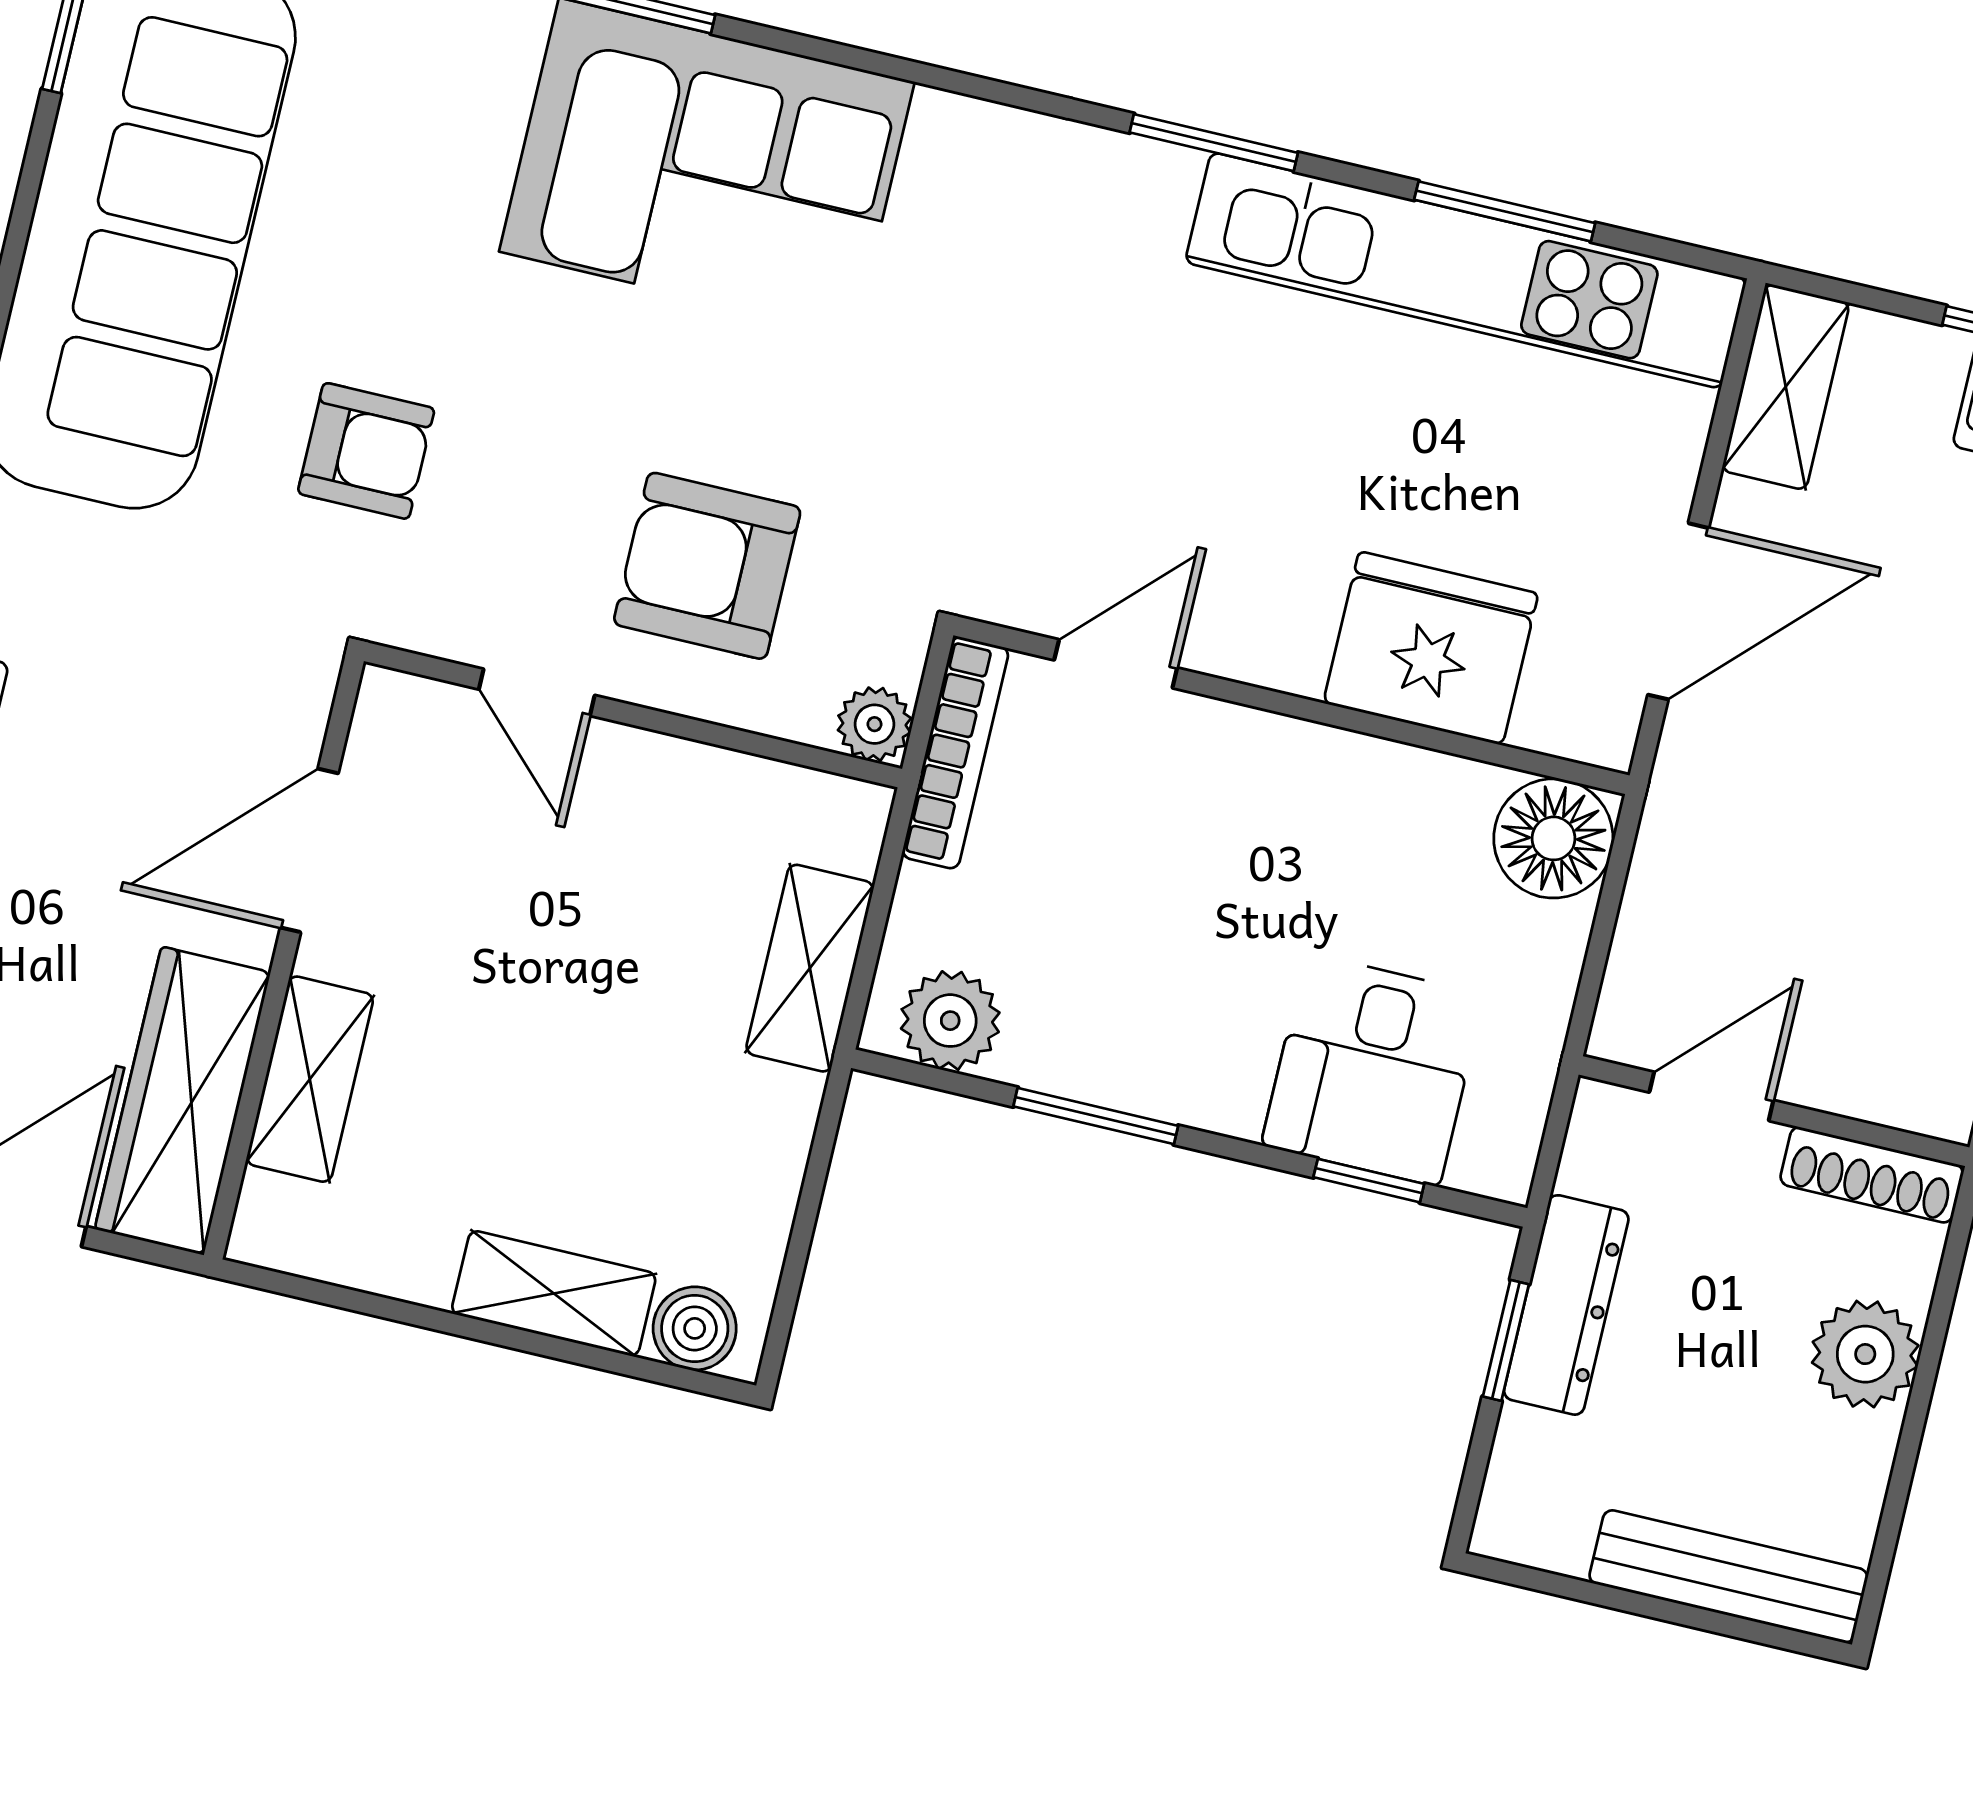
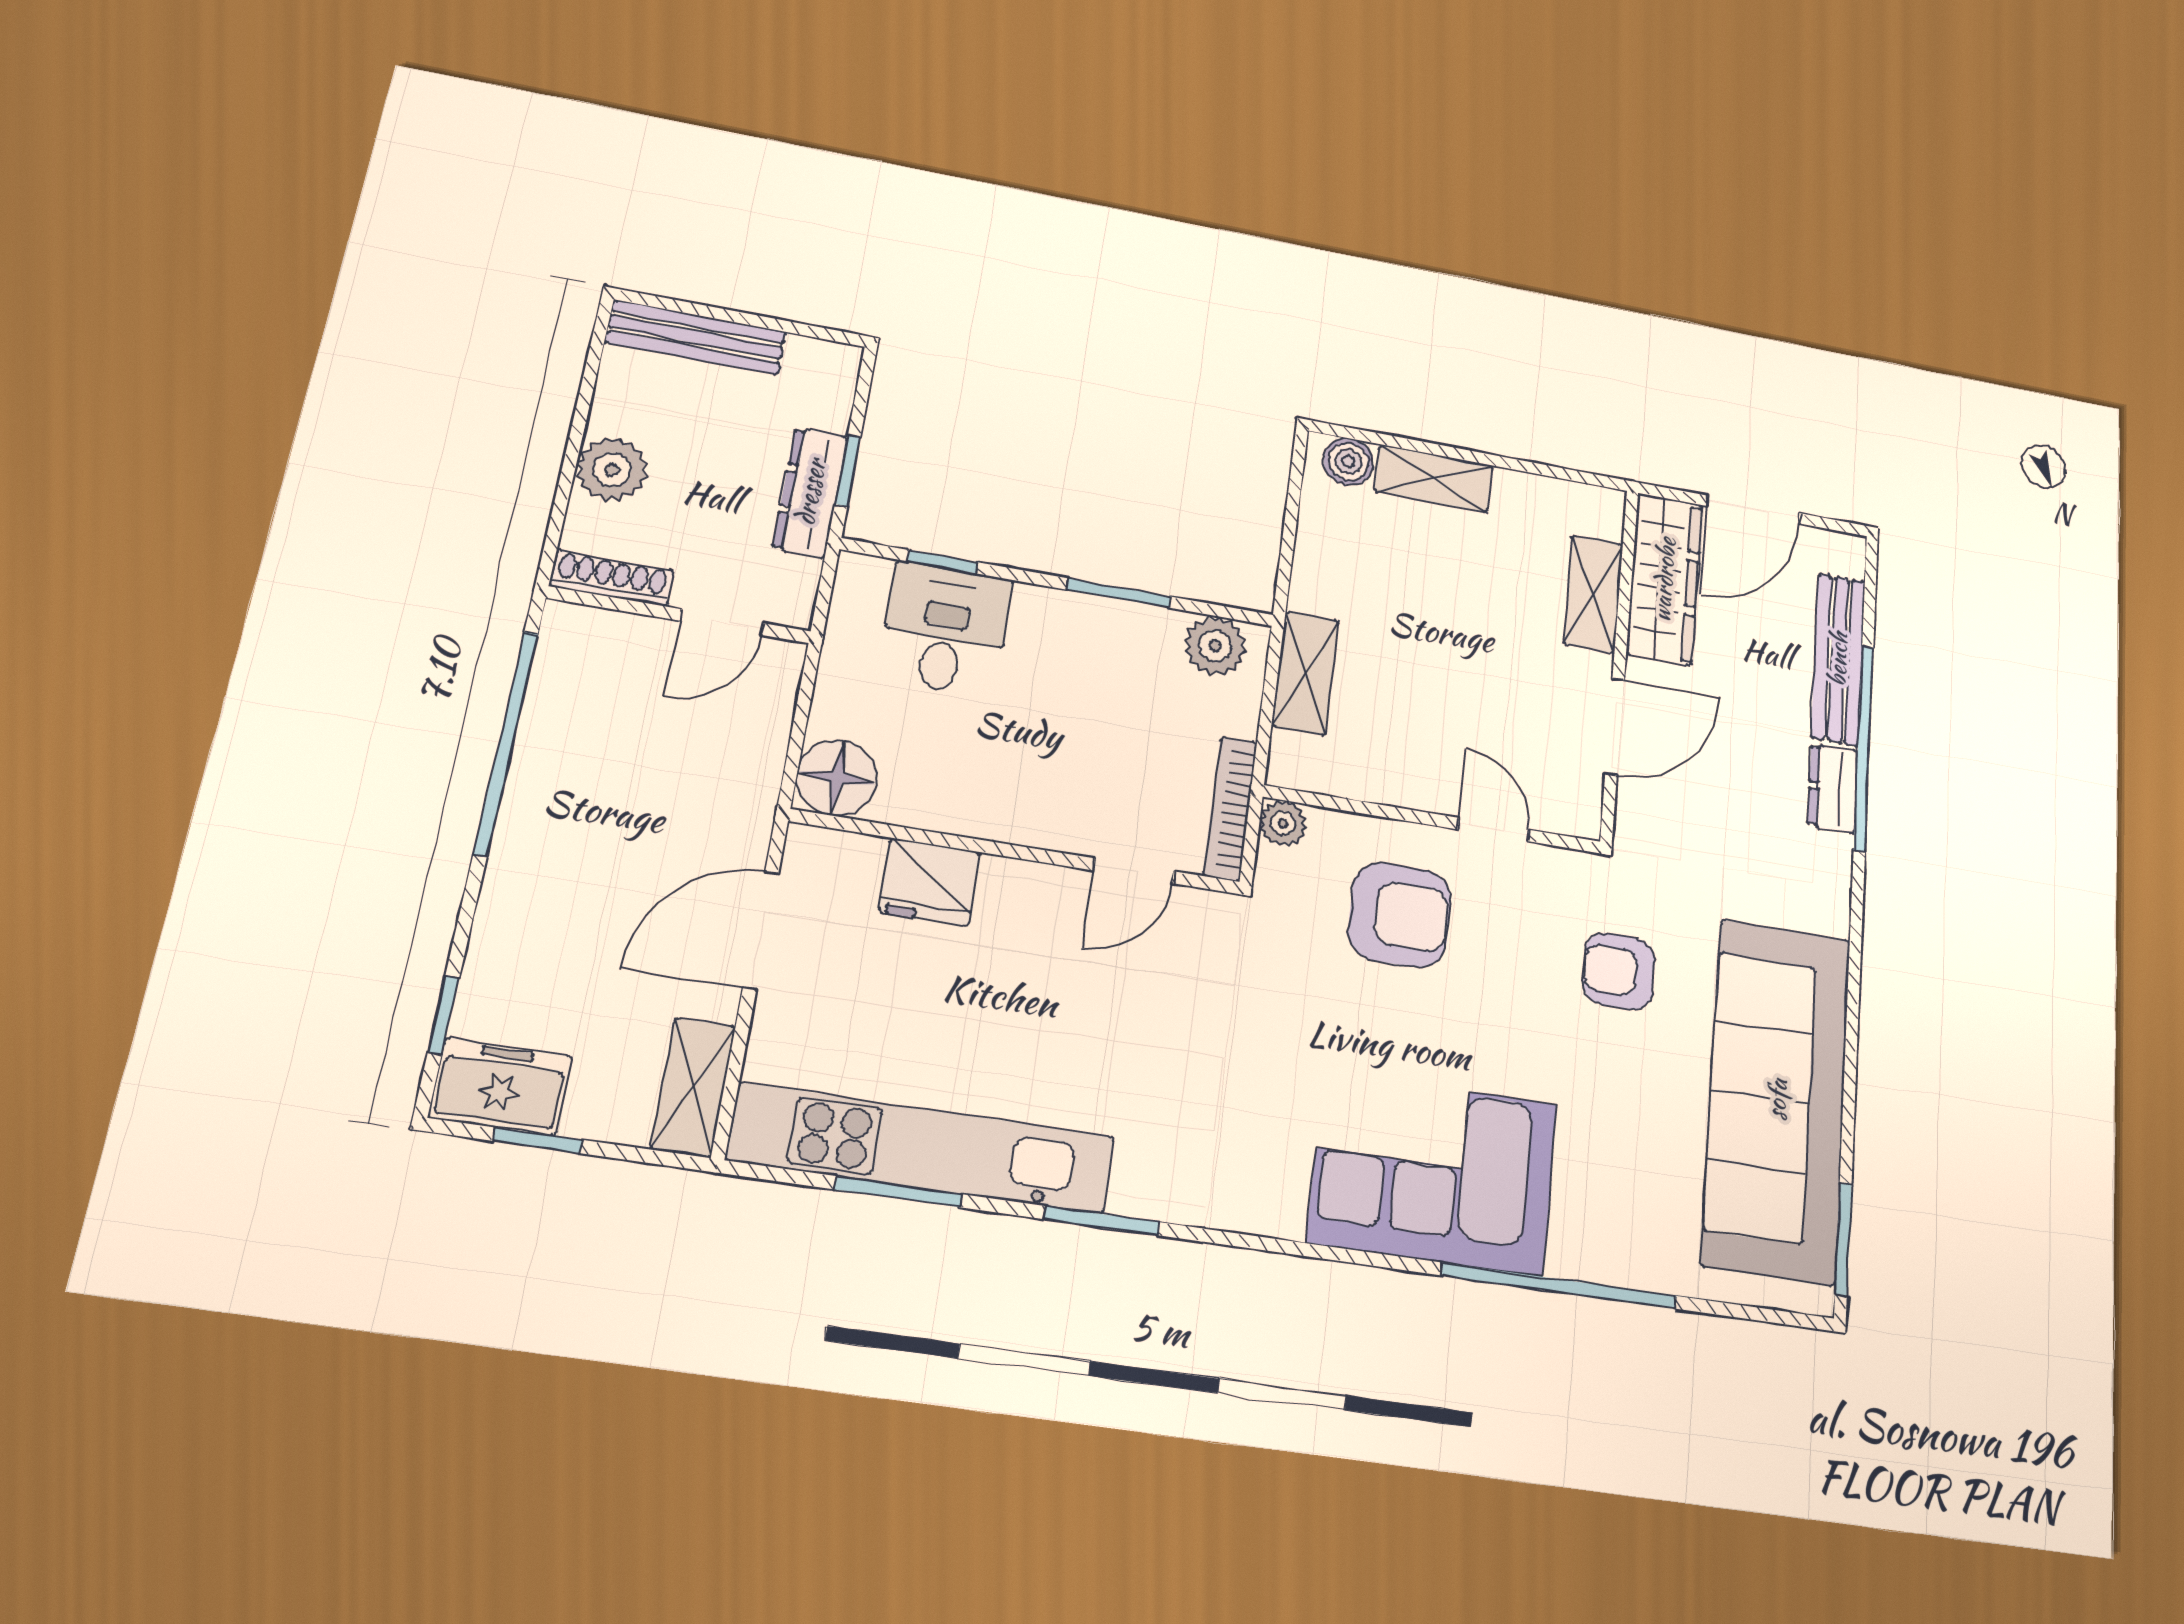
fridge: (1431, 648) -> (930, 882), width x0.73, depth x0.75

